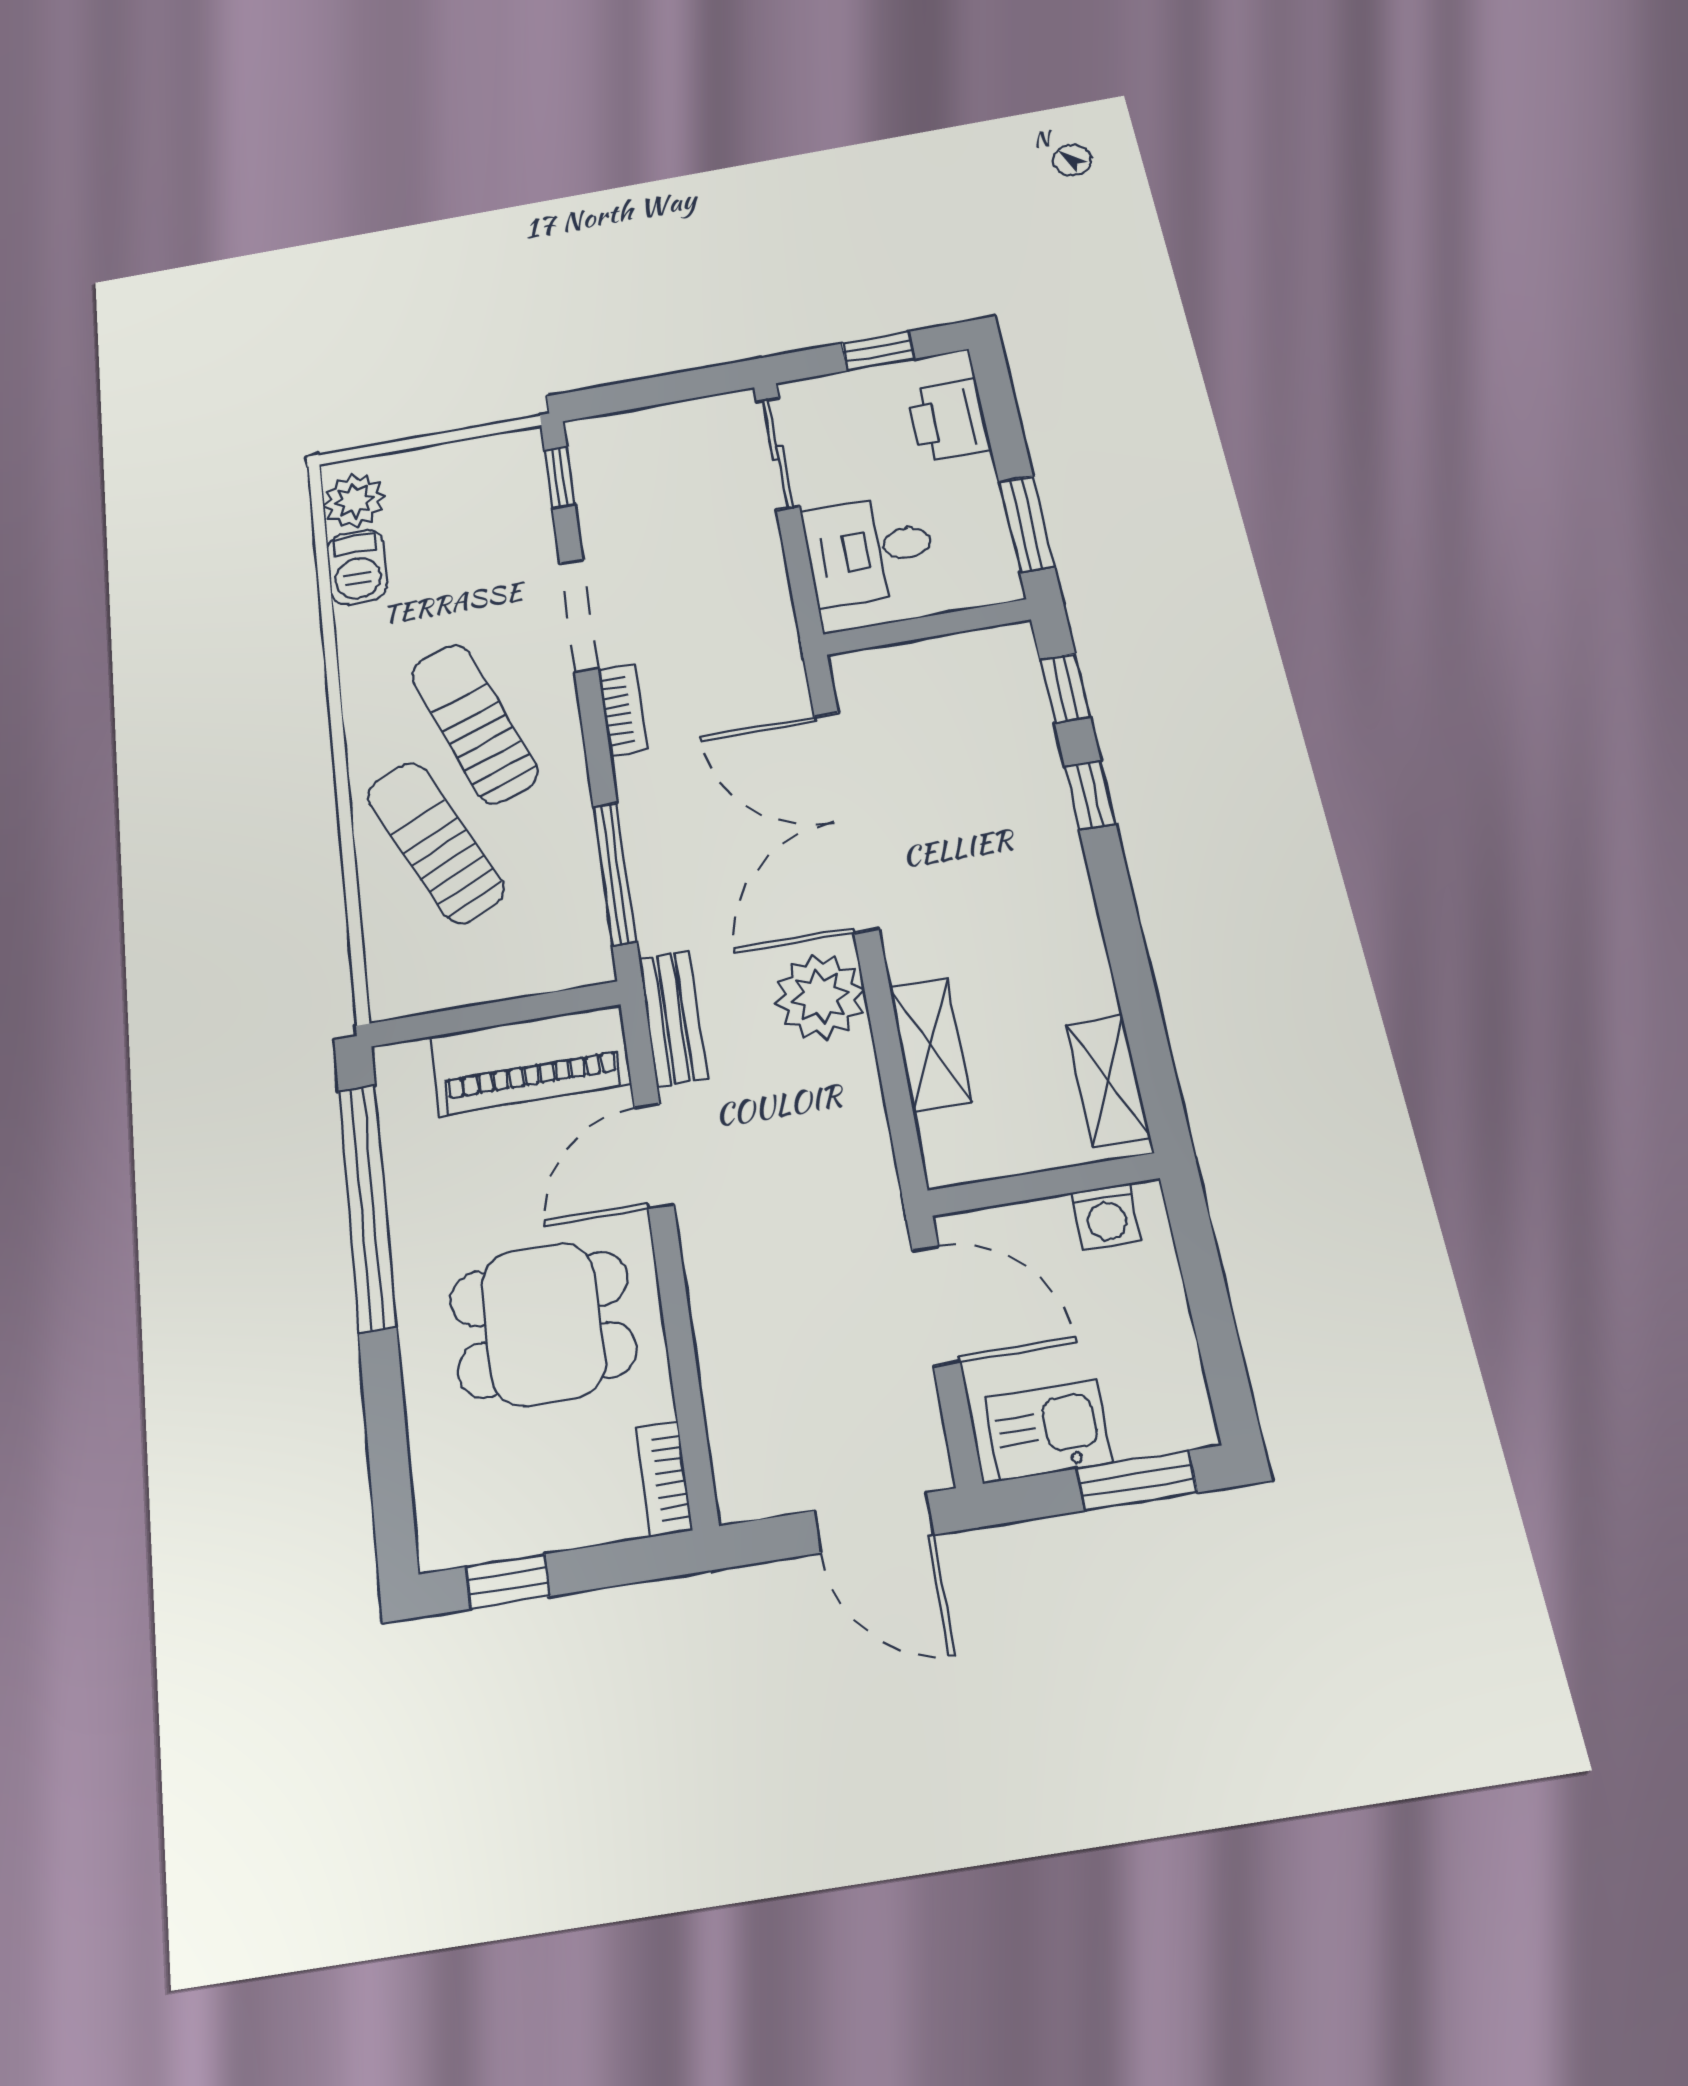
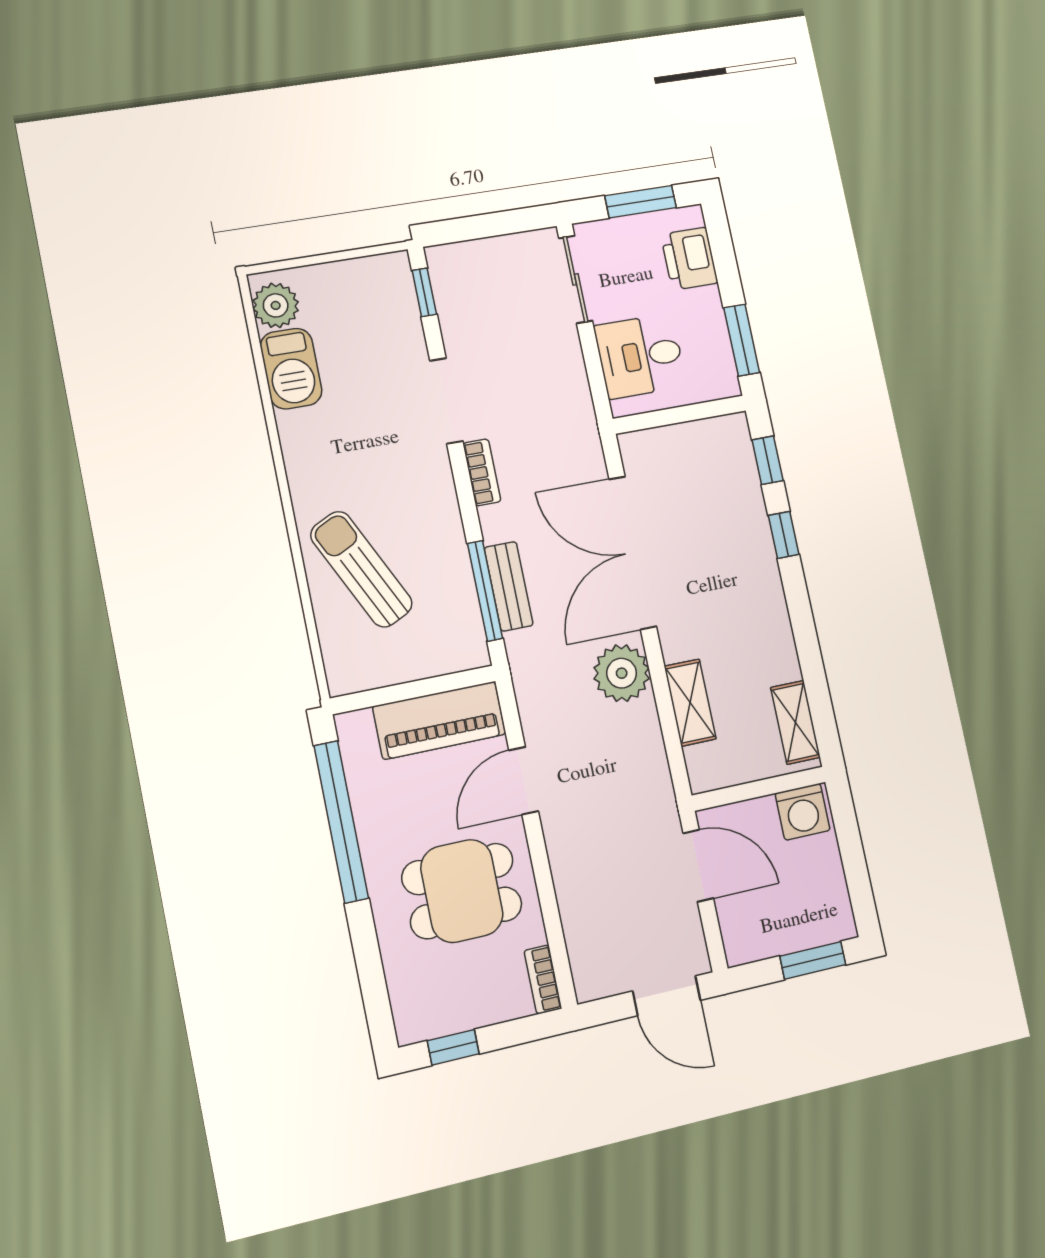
window: (878, 351) -> (641, 202), width x1.50
barbecue: (357, 567) -> (291, 369), width x1.38, depth x1.27
sun lounger: (474, 723) -> (380, 482), removed
bench: (673, 1018) -> (509, 586), moved
washing machine: (1106, 1216) -> (803, 812), width x1.38, depth x1.38
kitchen sink: (1048, 1430) -> (764, 935), removed

